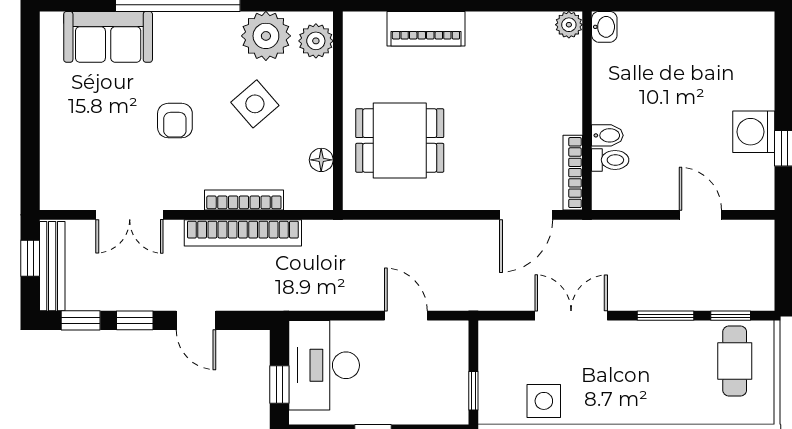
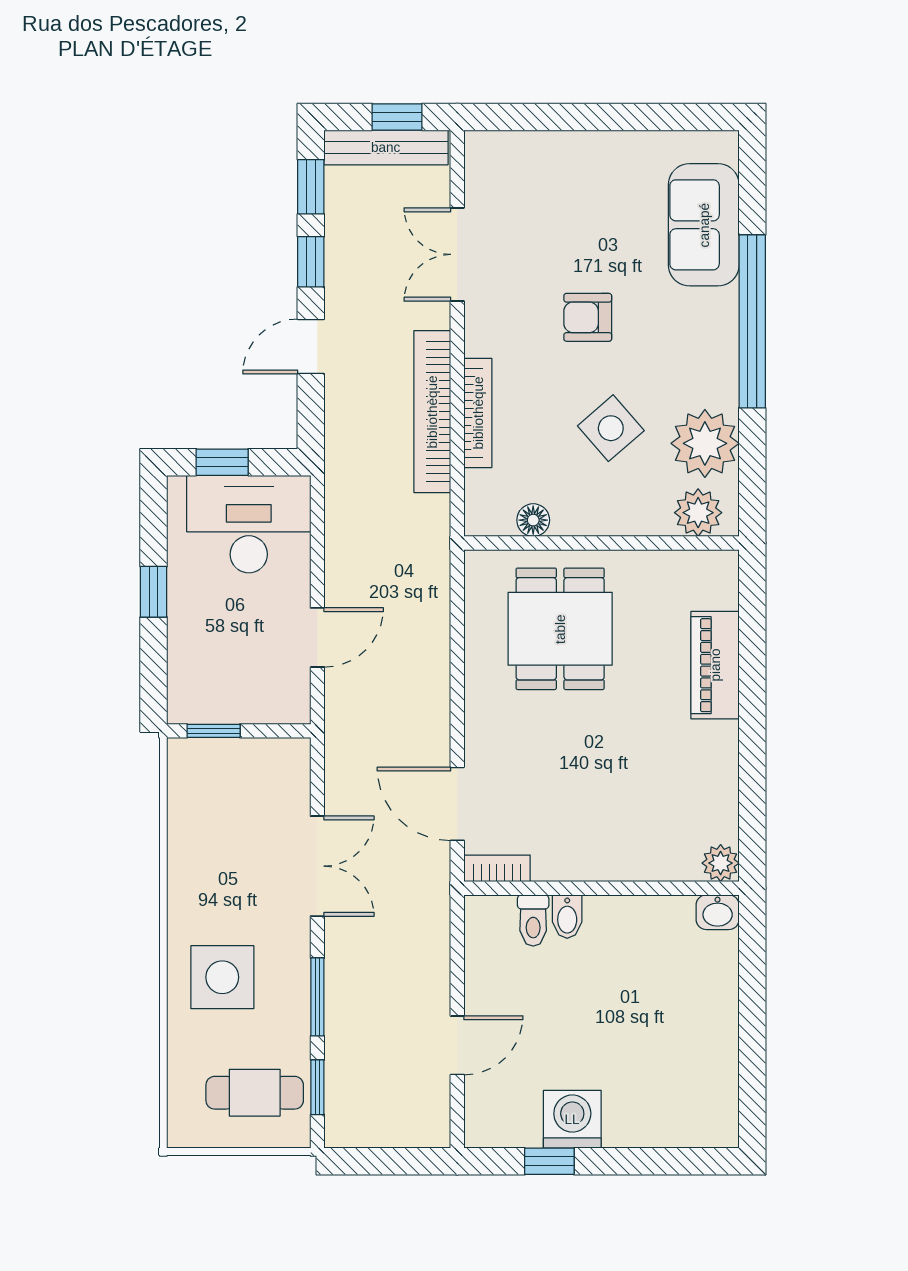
bookcase: (573, 173) -> (497, 868), width x0.64
side table: (544, 401) -> (222, 977), moved, width x1.37, depth x1.37

